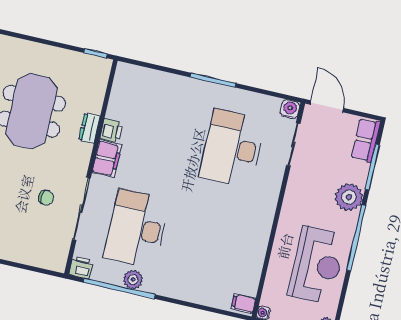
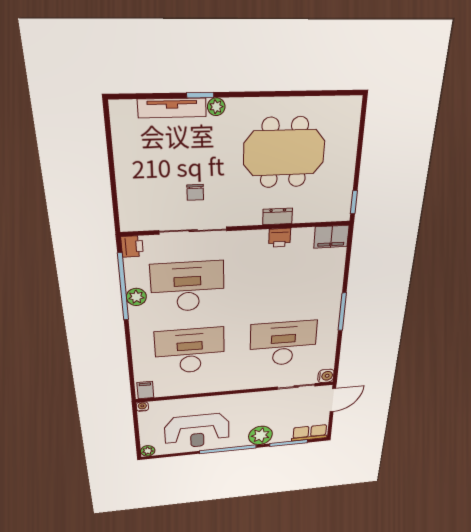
filing cabinet: (107, 159) -> (331, 237), moved
desk: (210, 246) -> (190, 351), added

